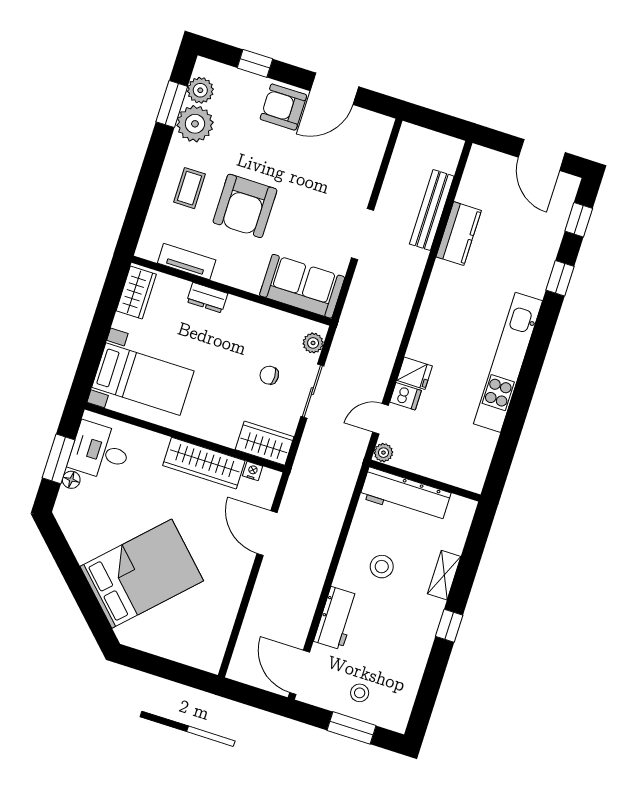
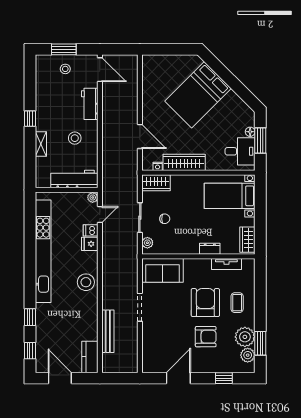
armchair: (283, 107) -> (206, 337), moved
kitchen counter: (459, 234) -> (90, 357), moved
stool: (443, 308) -> (86, 282), added
kitchen unit: (508, 362) -> (43, 251), width x1.36

